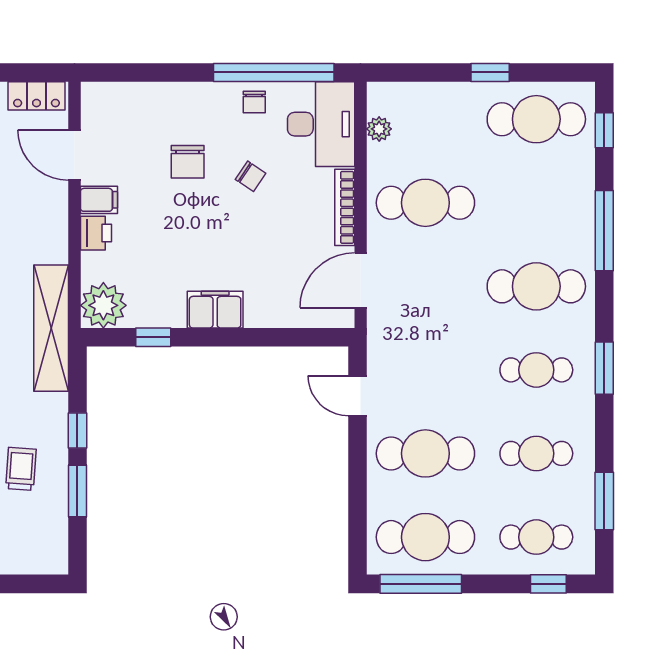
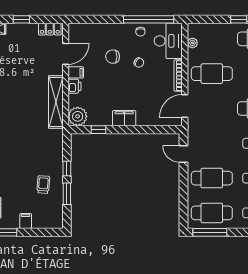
door: (74, 155) -> (66, 54), swing flipped
chair: (188, 162) -> (113, 57), turned 90
shelving: (51, 328) -> (56, 102), moved

